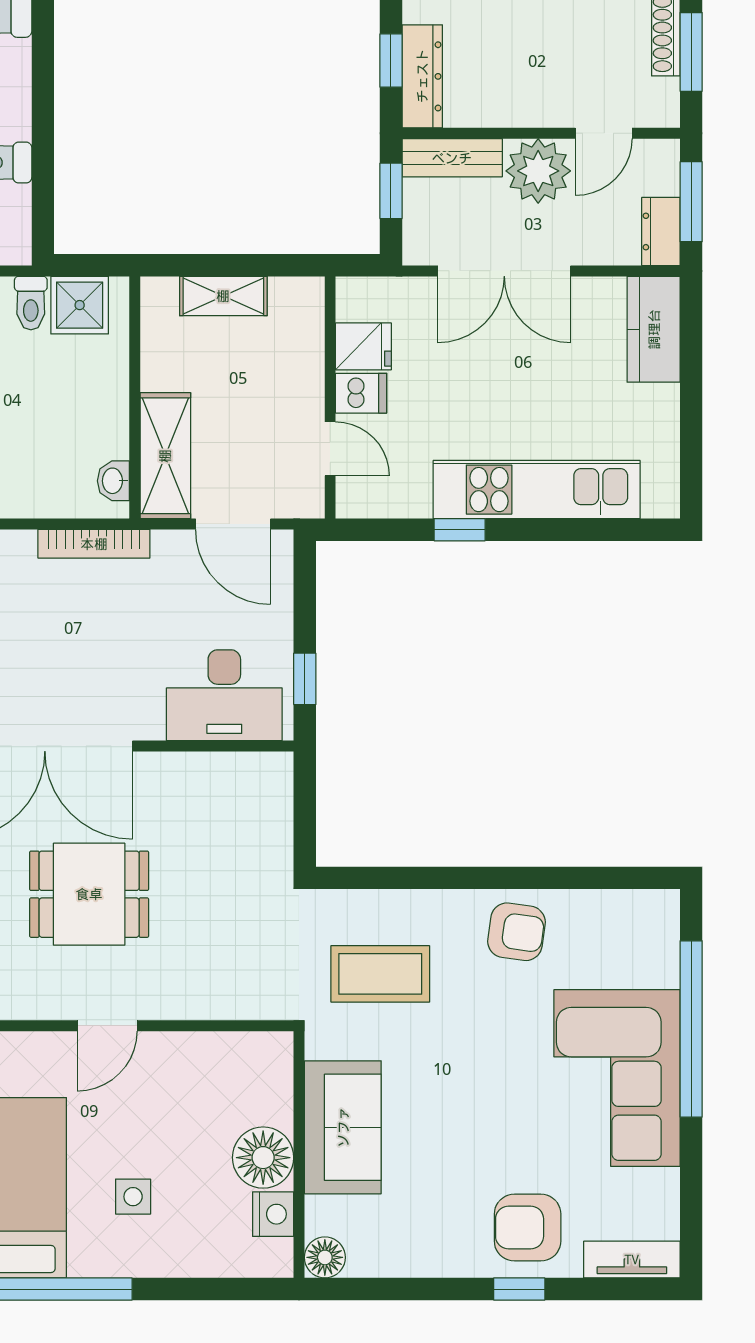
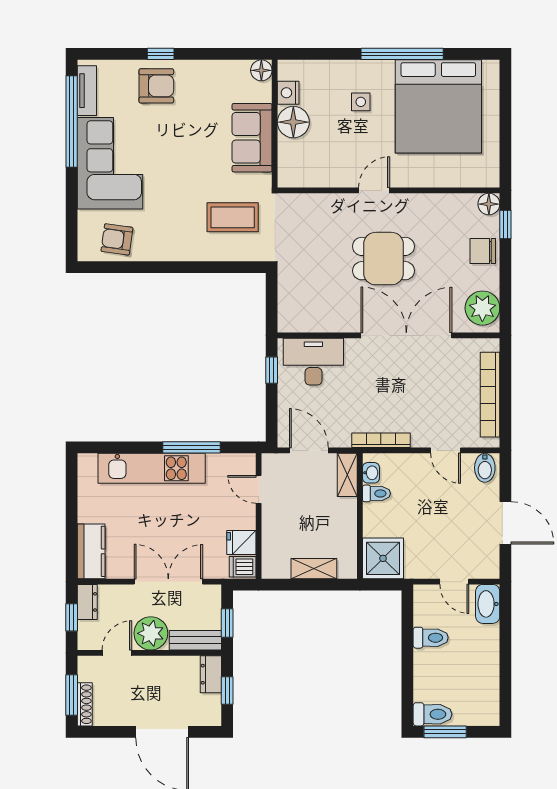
dresser: (422, 76) -> (211, 674), width x0.70
window: (691, 202) -> (72, 617), width x0.67
toilet: (31, 303) -> (376, 493), moved, turned 90
shower: (80, 305) -> (383, 558), width x1.36, depth x1.36
dishwasher: (361, 393) -> (243, 567), moved
shelving: (165, 456) -> (347, 475), width x0.67, depth x0.75
window: (460, 530) -> (192, 447), width x2.17
armchair: (516, 932) -> (117, 239), moved
window: (691, 1029) -> (72, 122), moved
tv unit: (632, 1260) -> (87, 91), moved, turned -90

